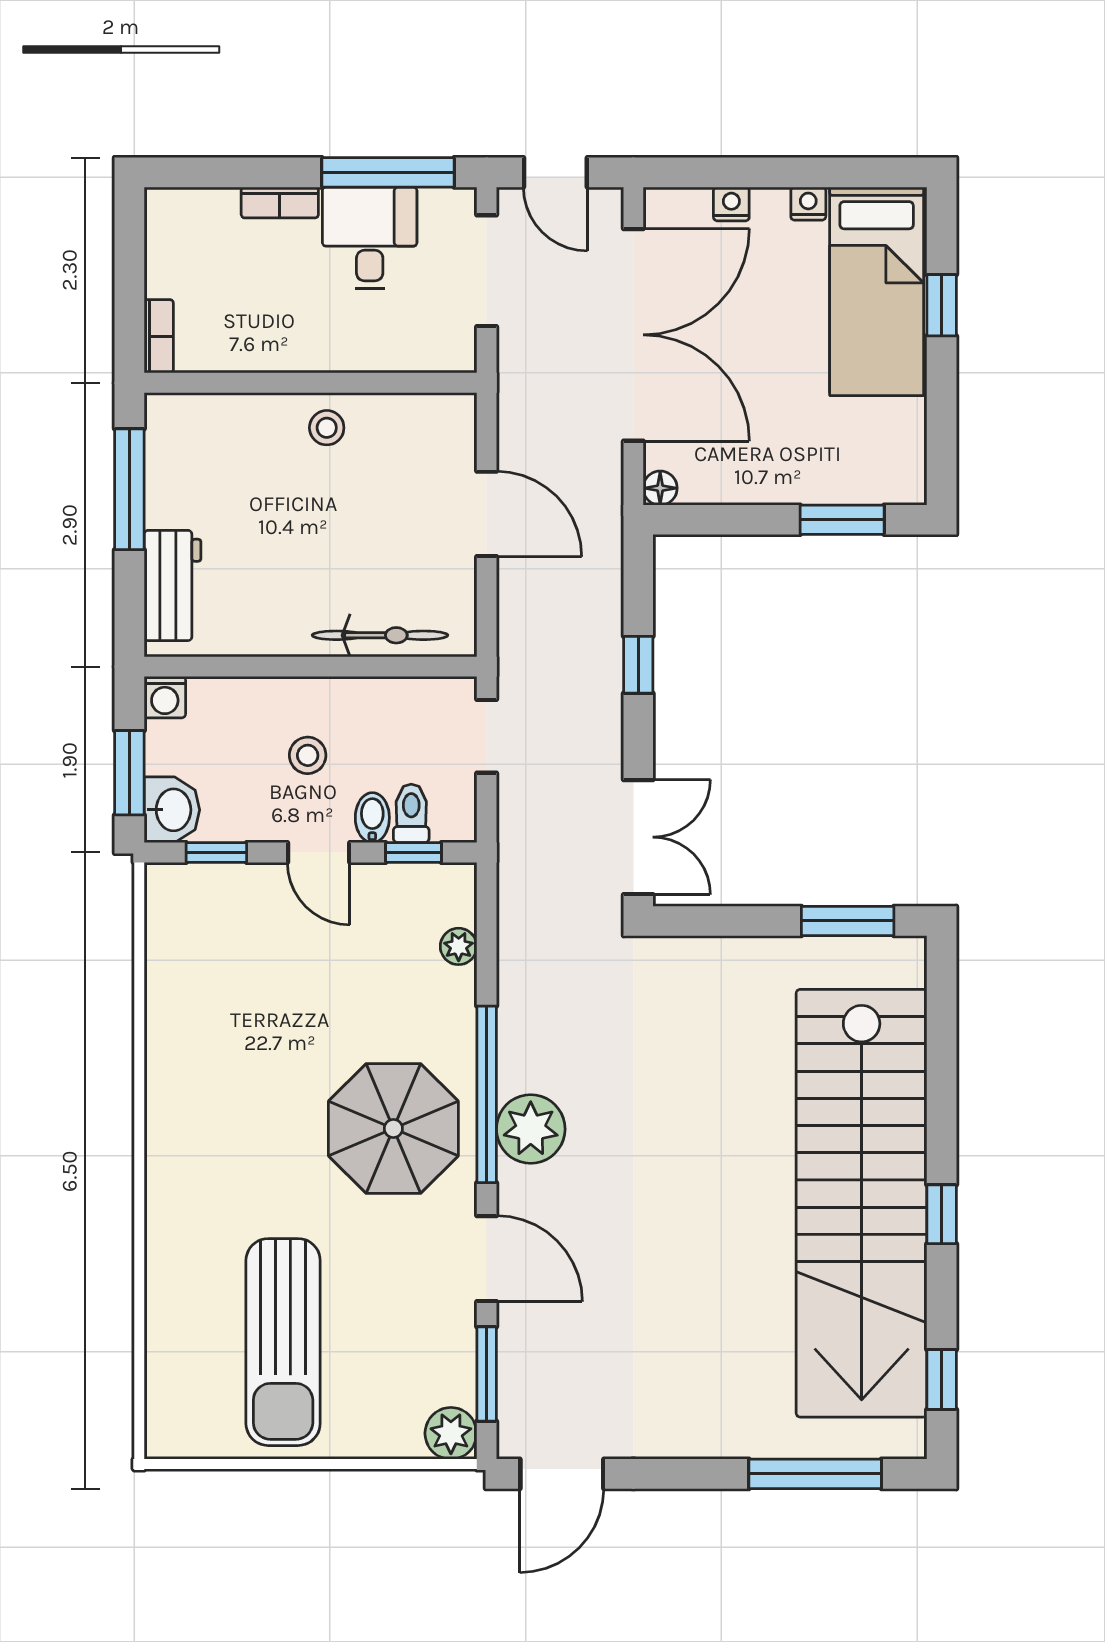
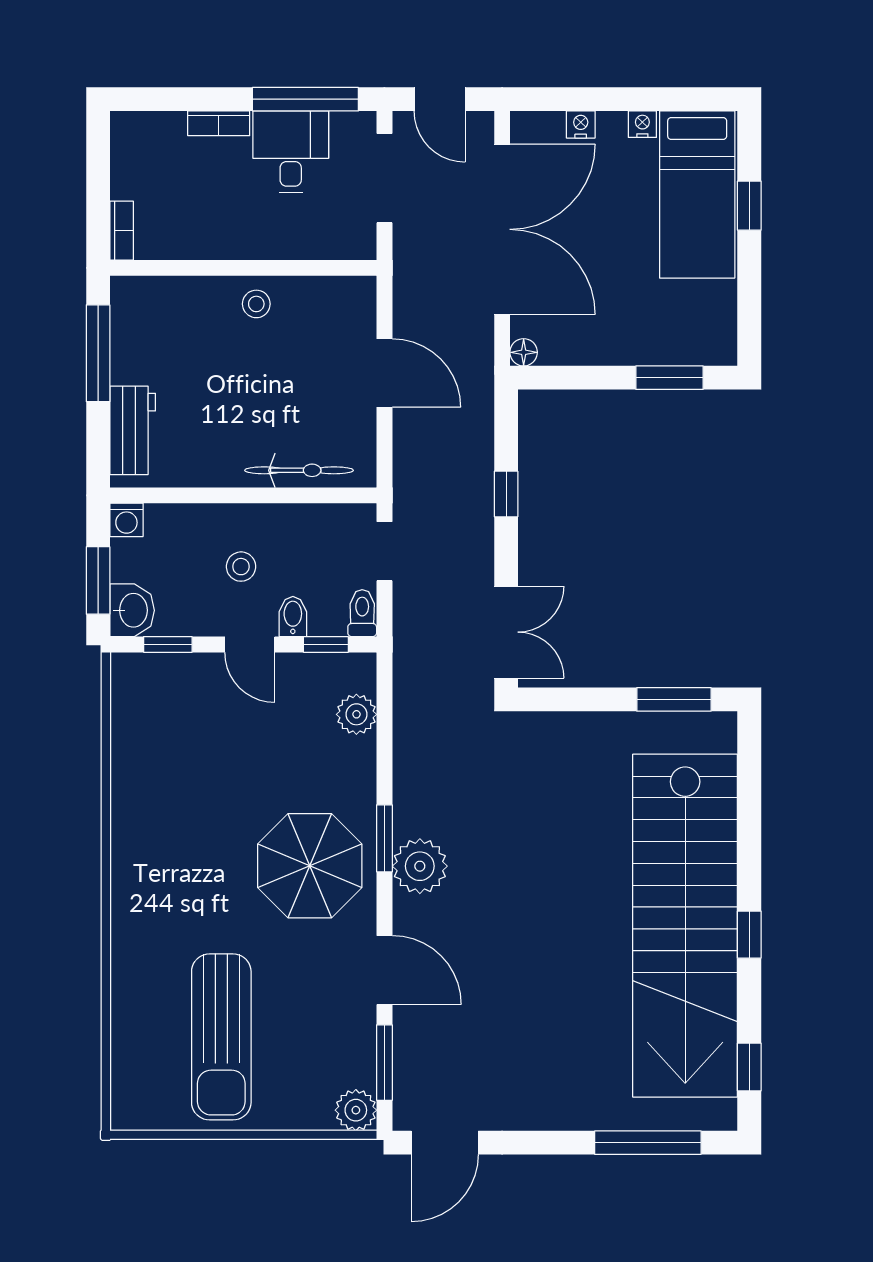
toilet: (411, 813) -> (362, 613), moved
plant: (459, 946) -> (356, 714), width x1.38, depth x1.38
window: (487, 1094) -> (384, 838), width x0.47

